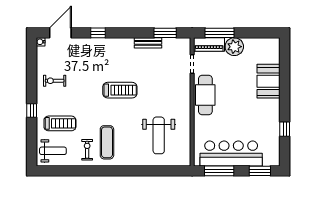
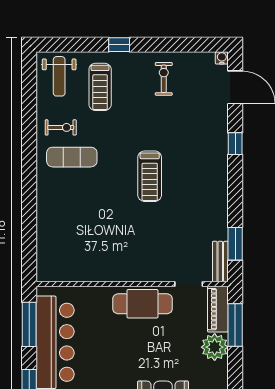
bench: (148, 43) -> (220, 262), moved
weight bench: (159, 135) -> (82, 234), removed

